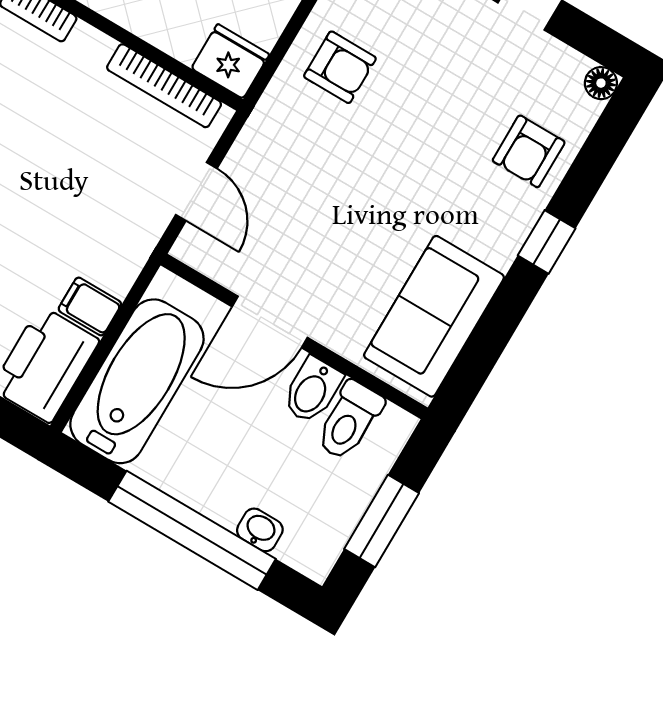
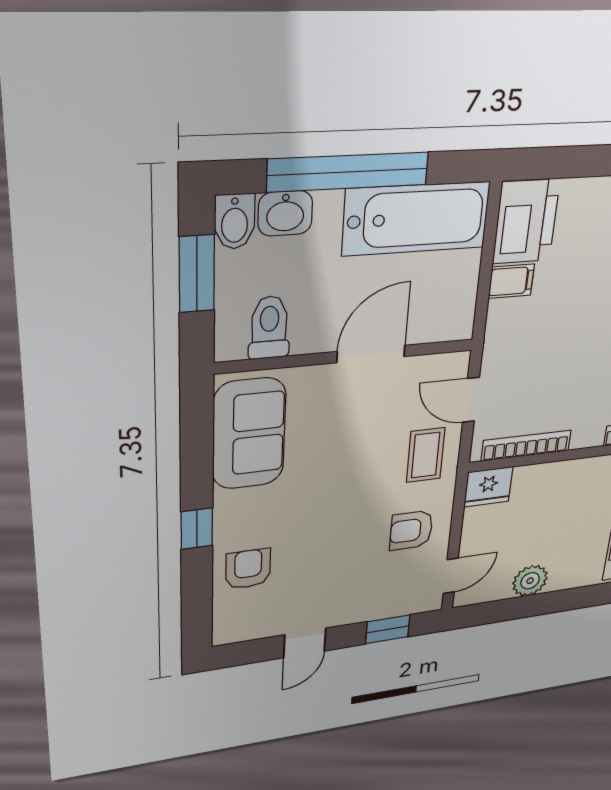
floor lamp: (601, 83) -> (225, 635), removed
coffee table: (276, 157) -> (426, 455), added
bathtub: (137, 381) -> (416, 219), moved, turned -90
bidet: (312, 390) -> (235, 221), moved, turned 180
washbasin: (260, 530) -> (285, 213), width x1.38, depth x1.45

